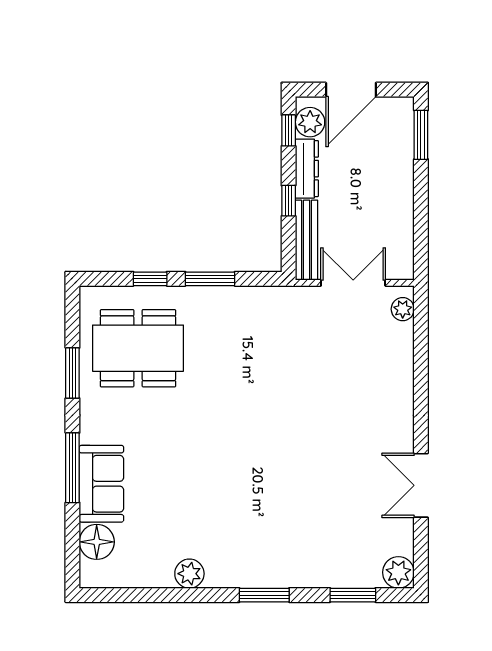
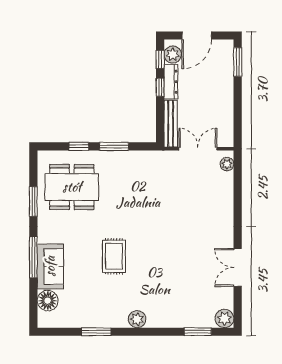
window: (289, 201) -> (160, 87), moved
rug: (210, 466) -> (114, 256), added
plant: (189, 574) -> (137, 319), moved
window: (264, 595) -> (96, 332), moved

